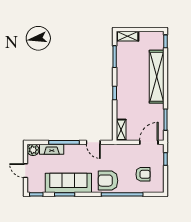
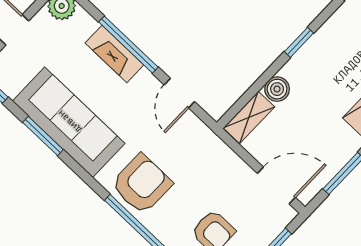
boiler: (121, 113) -> (277, 89), added
fireplace: (52, 149) -> (114, 54), moved
armchair: (108, 181) -> (142, 184), turned 90

